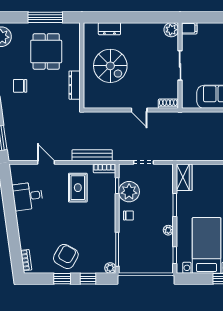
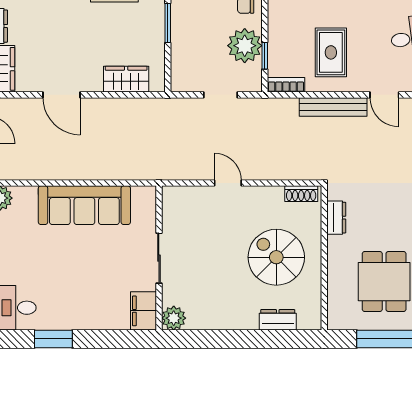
filing cabinet: (189, 28) -> (143, 311), width x2.00
dresser: (75, 85) -> (336, 218), width x0.70
shoe rack: (168, 104) -> (301, 194), moved
bench: (92, 155) -> (333, 107), moved
wardrobe: (184, 177) -> (126, 79), moved, turned 90

